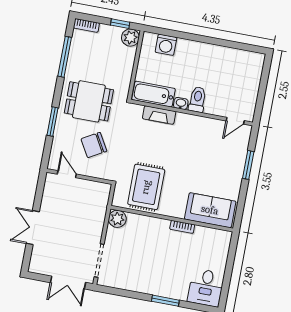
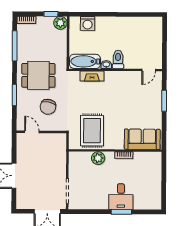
chair: (94, 145) -> (48, 107), turned -48
plant: (117, 219) -> (98, 158), moved
desk: (206, 288) -> (121, 197), moved

